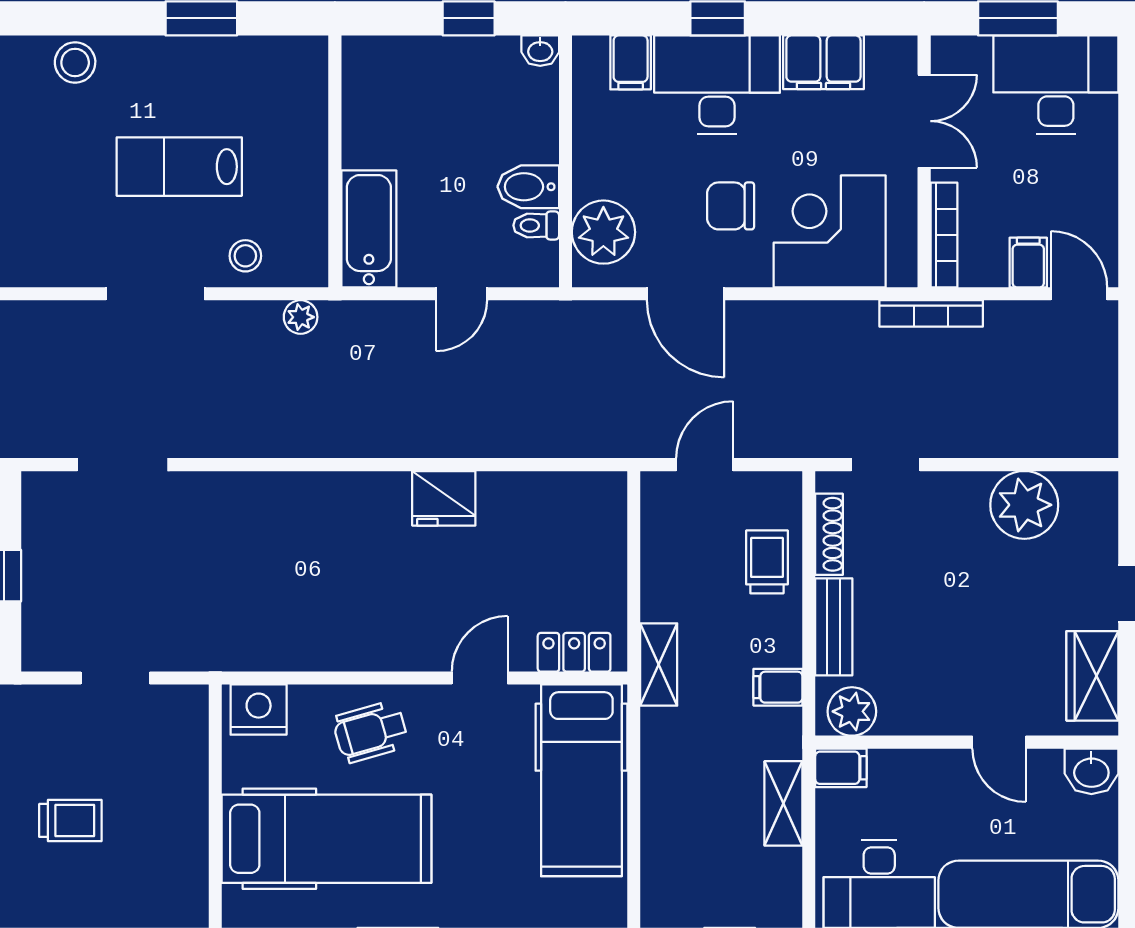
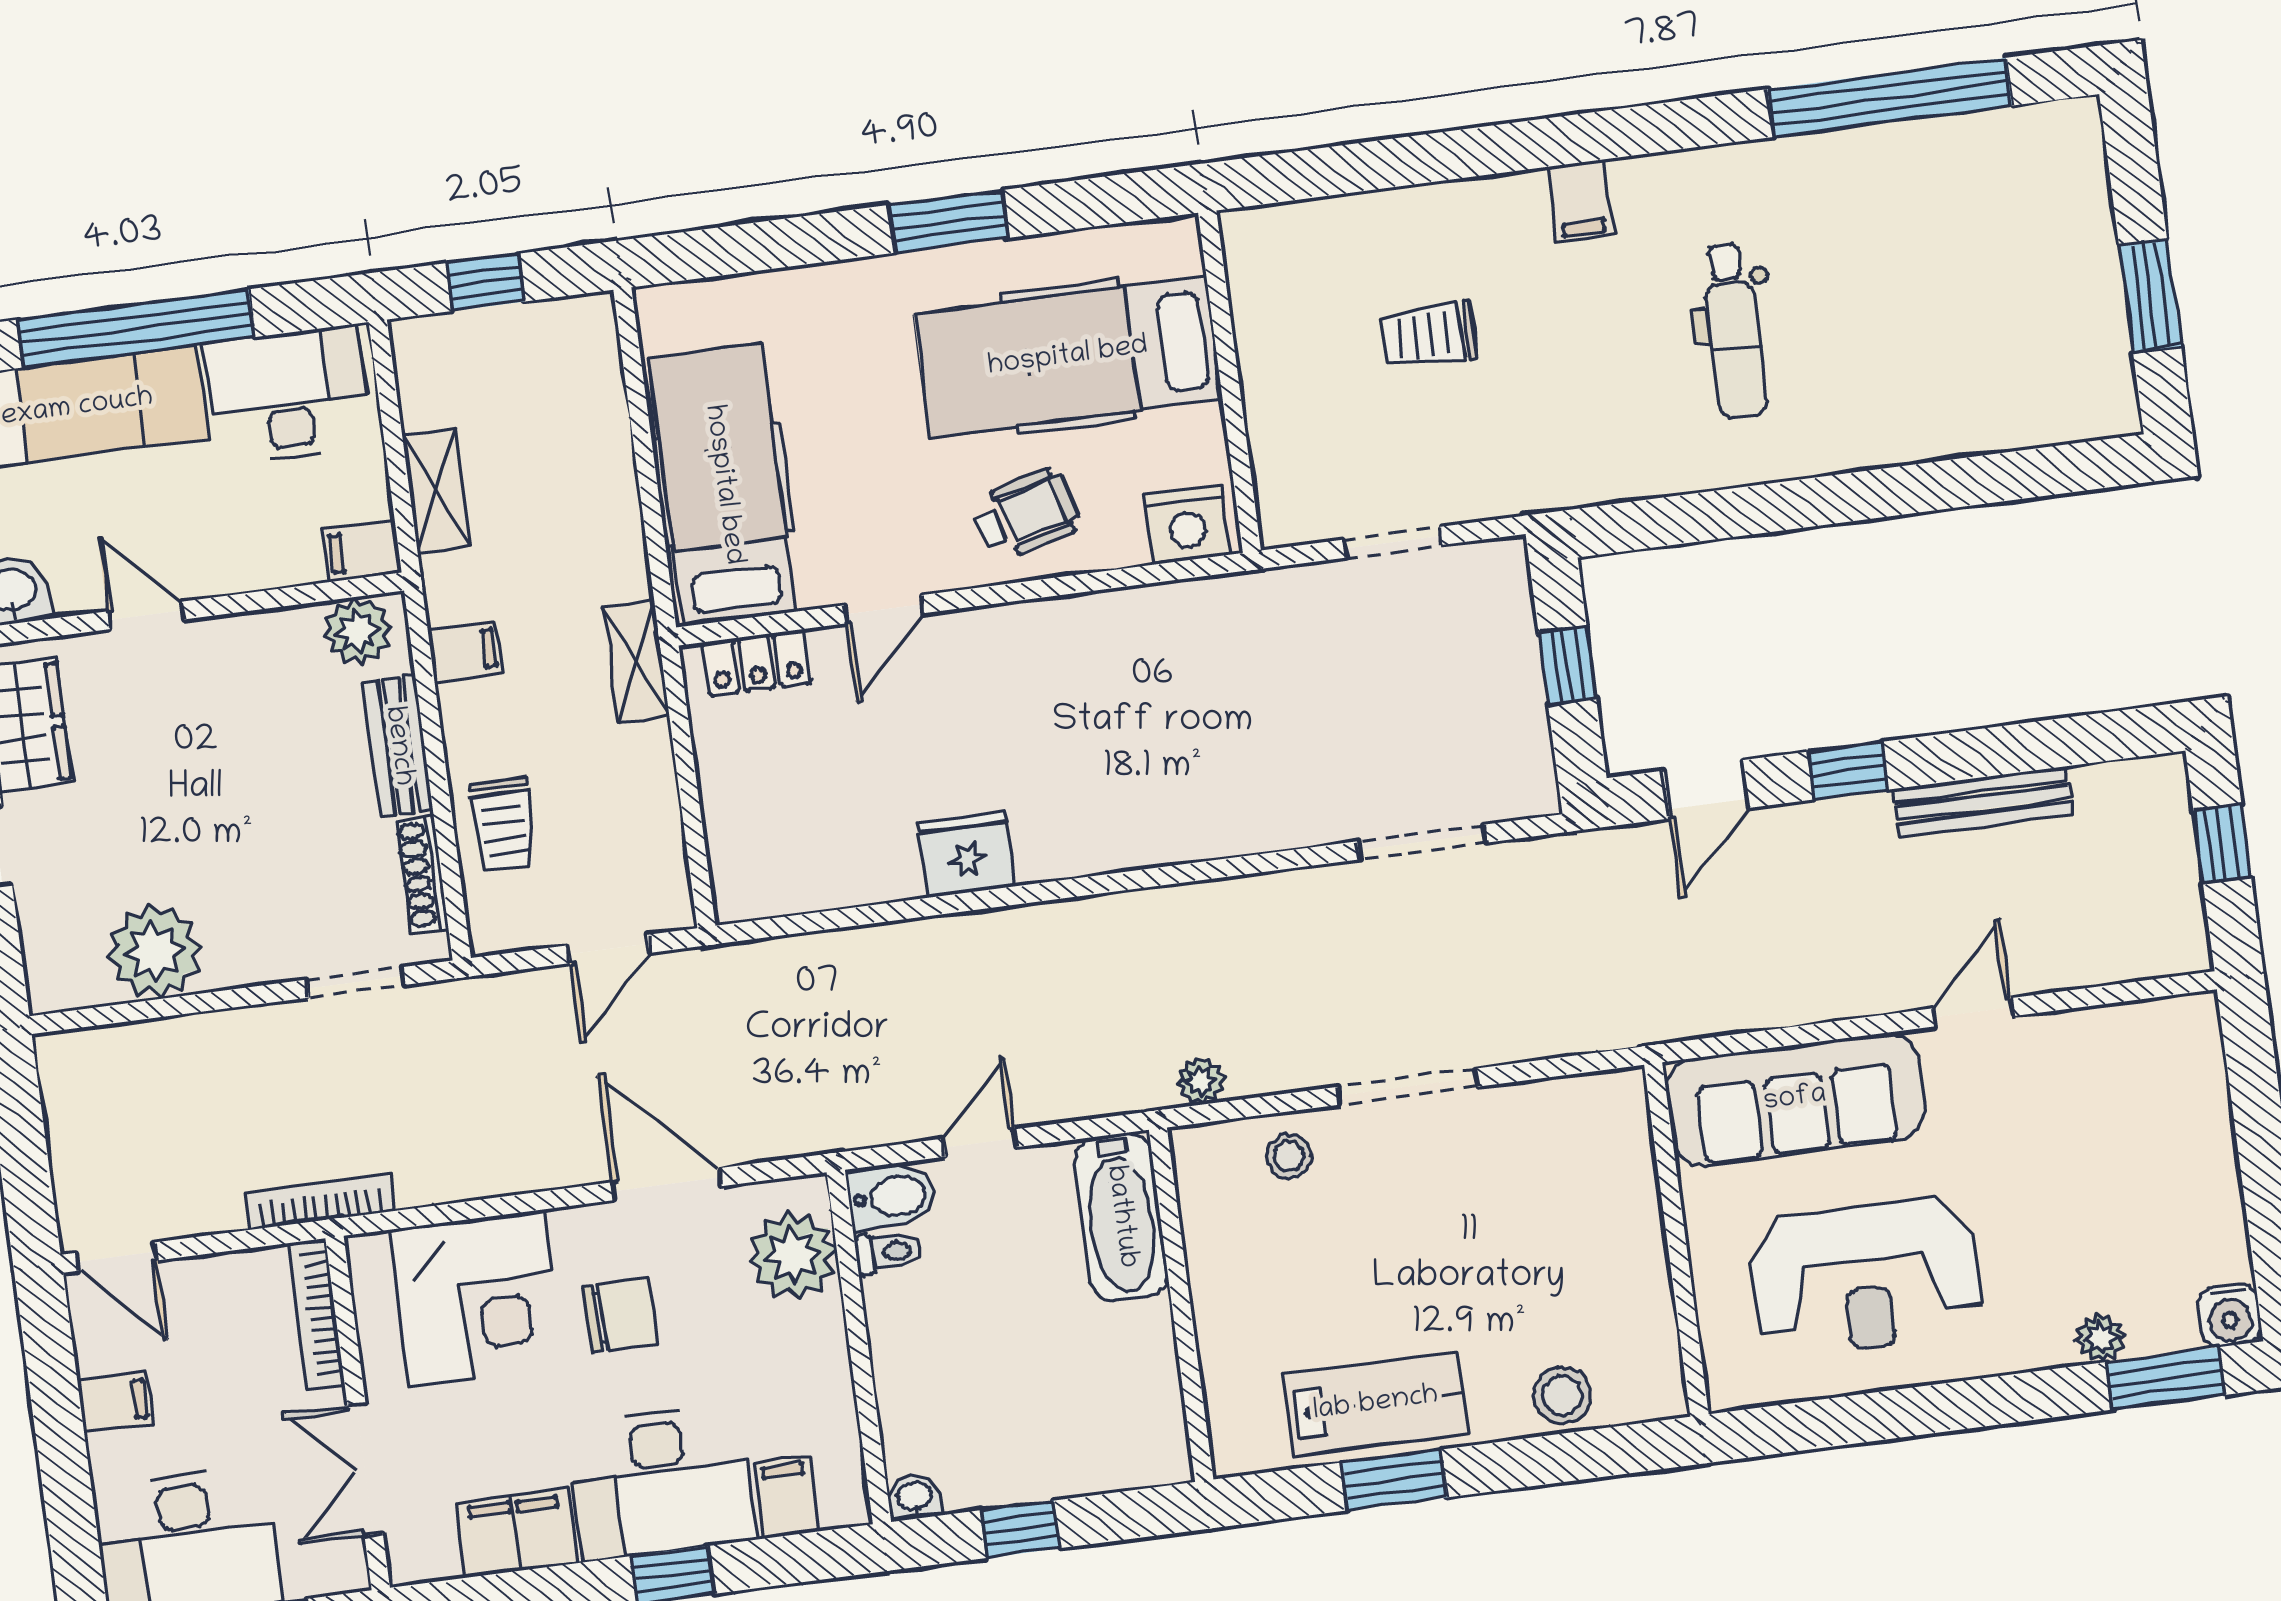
lab bench: (179, 167) -> (1376, 1404), moved
bidet: (528, 187) -> (892, 1197), moved
filing cabinet: (1028, 263) -> (115, 1402), moved, turned -90

